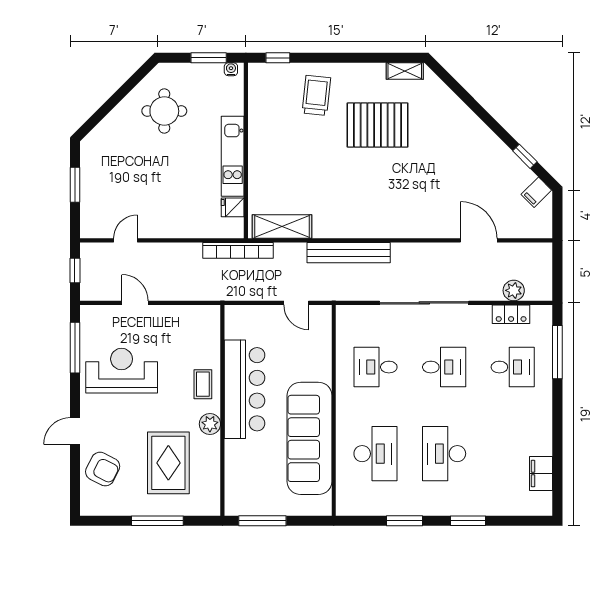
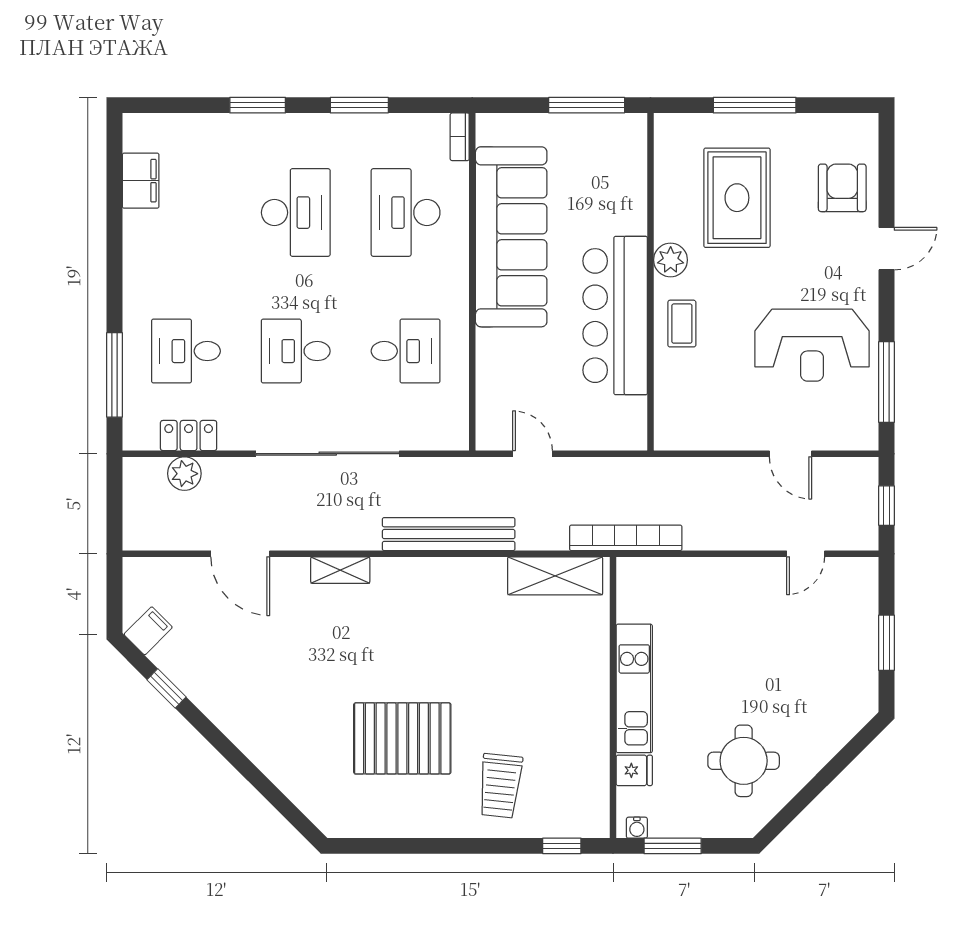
shelving: (405, 71) -> (340, 570), moved
fridge: (233, 207) -> (634, 770), moved
armchair: (103, 469) -> (842, 188), turned 63
bookcase: (342, 501) -> (460, 137), added

